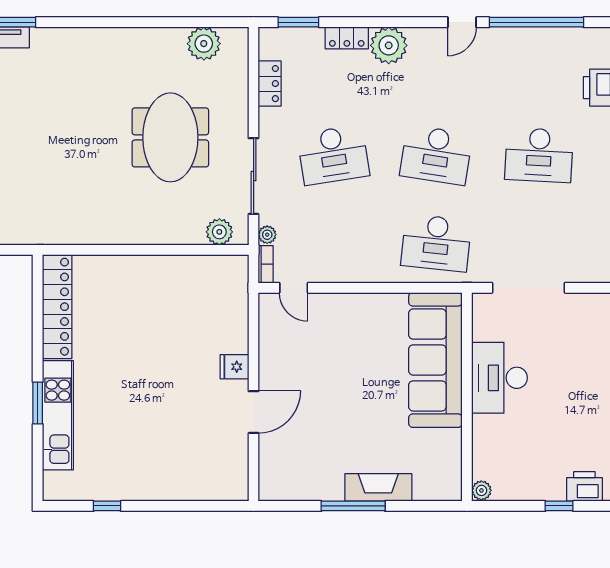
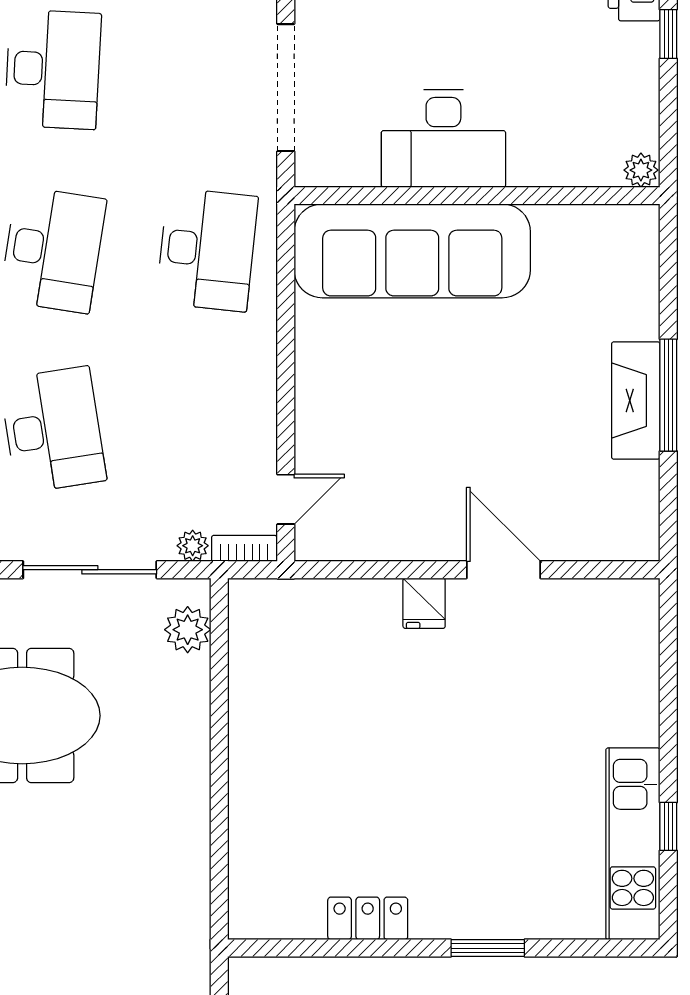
locker: (57, 307) -> (368, 918), width x0.46, depth x0.83
kitchen unit: (58, 415) -> (633, 844), moved, turned -90
fireplace: (378, 487) -> (636, 401), moved

